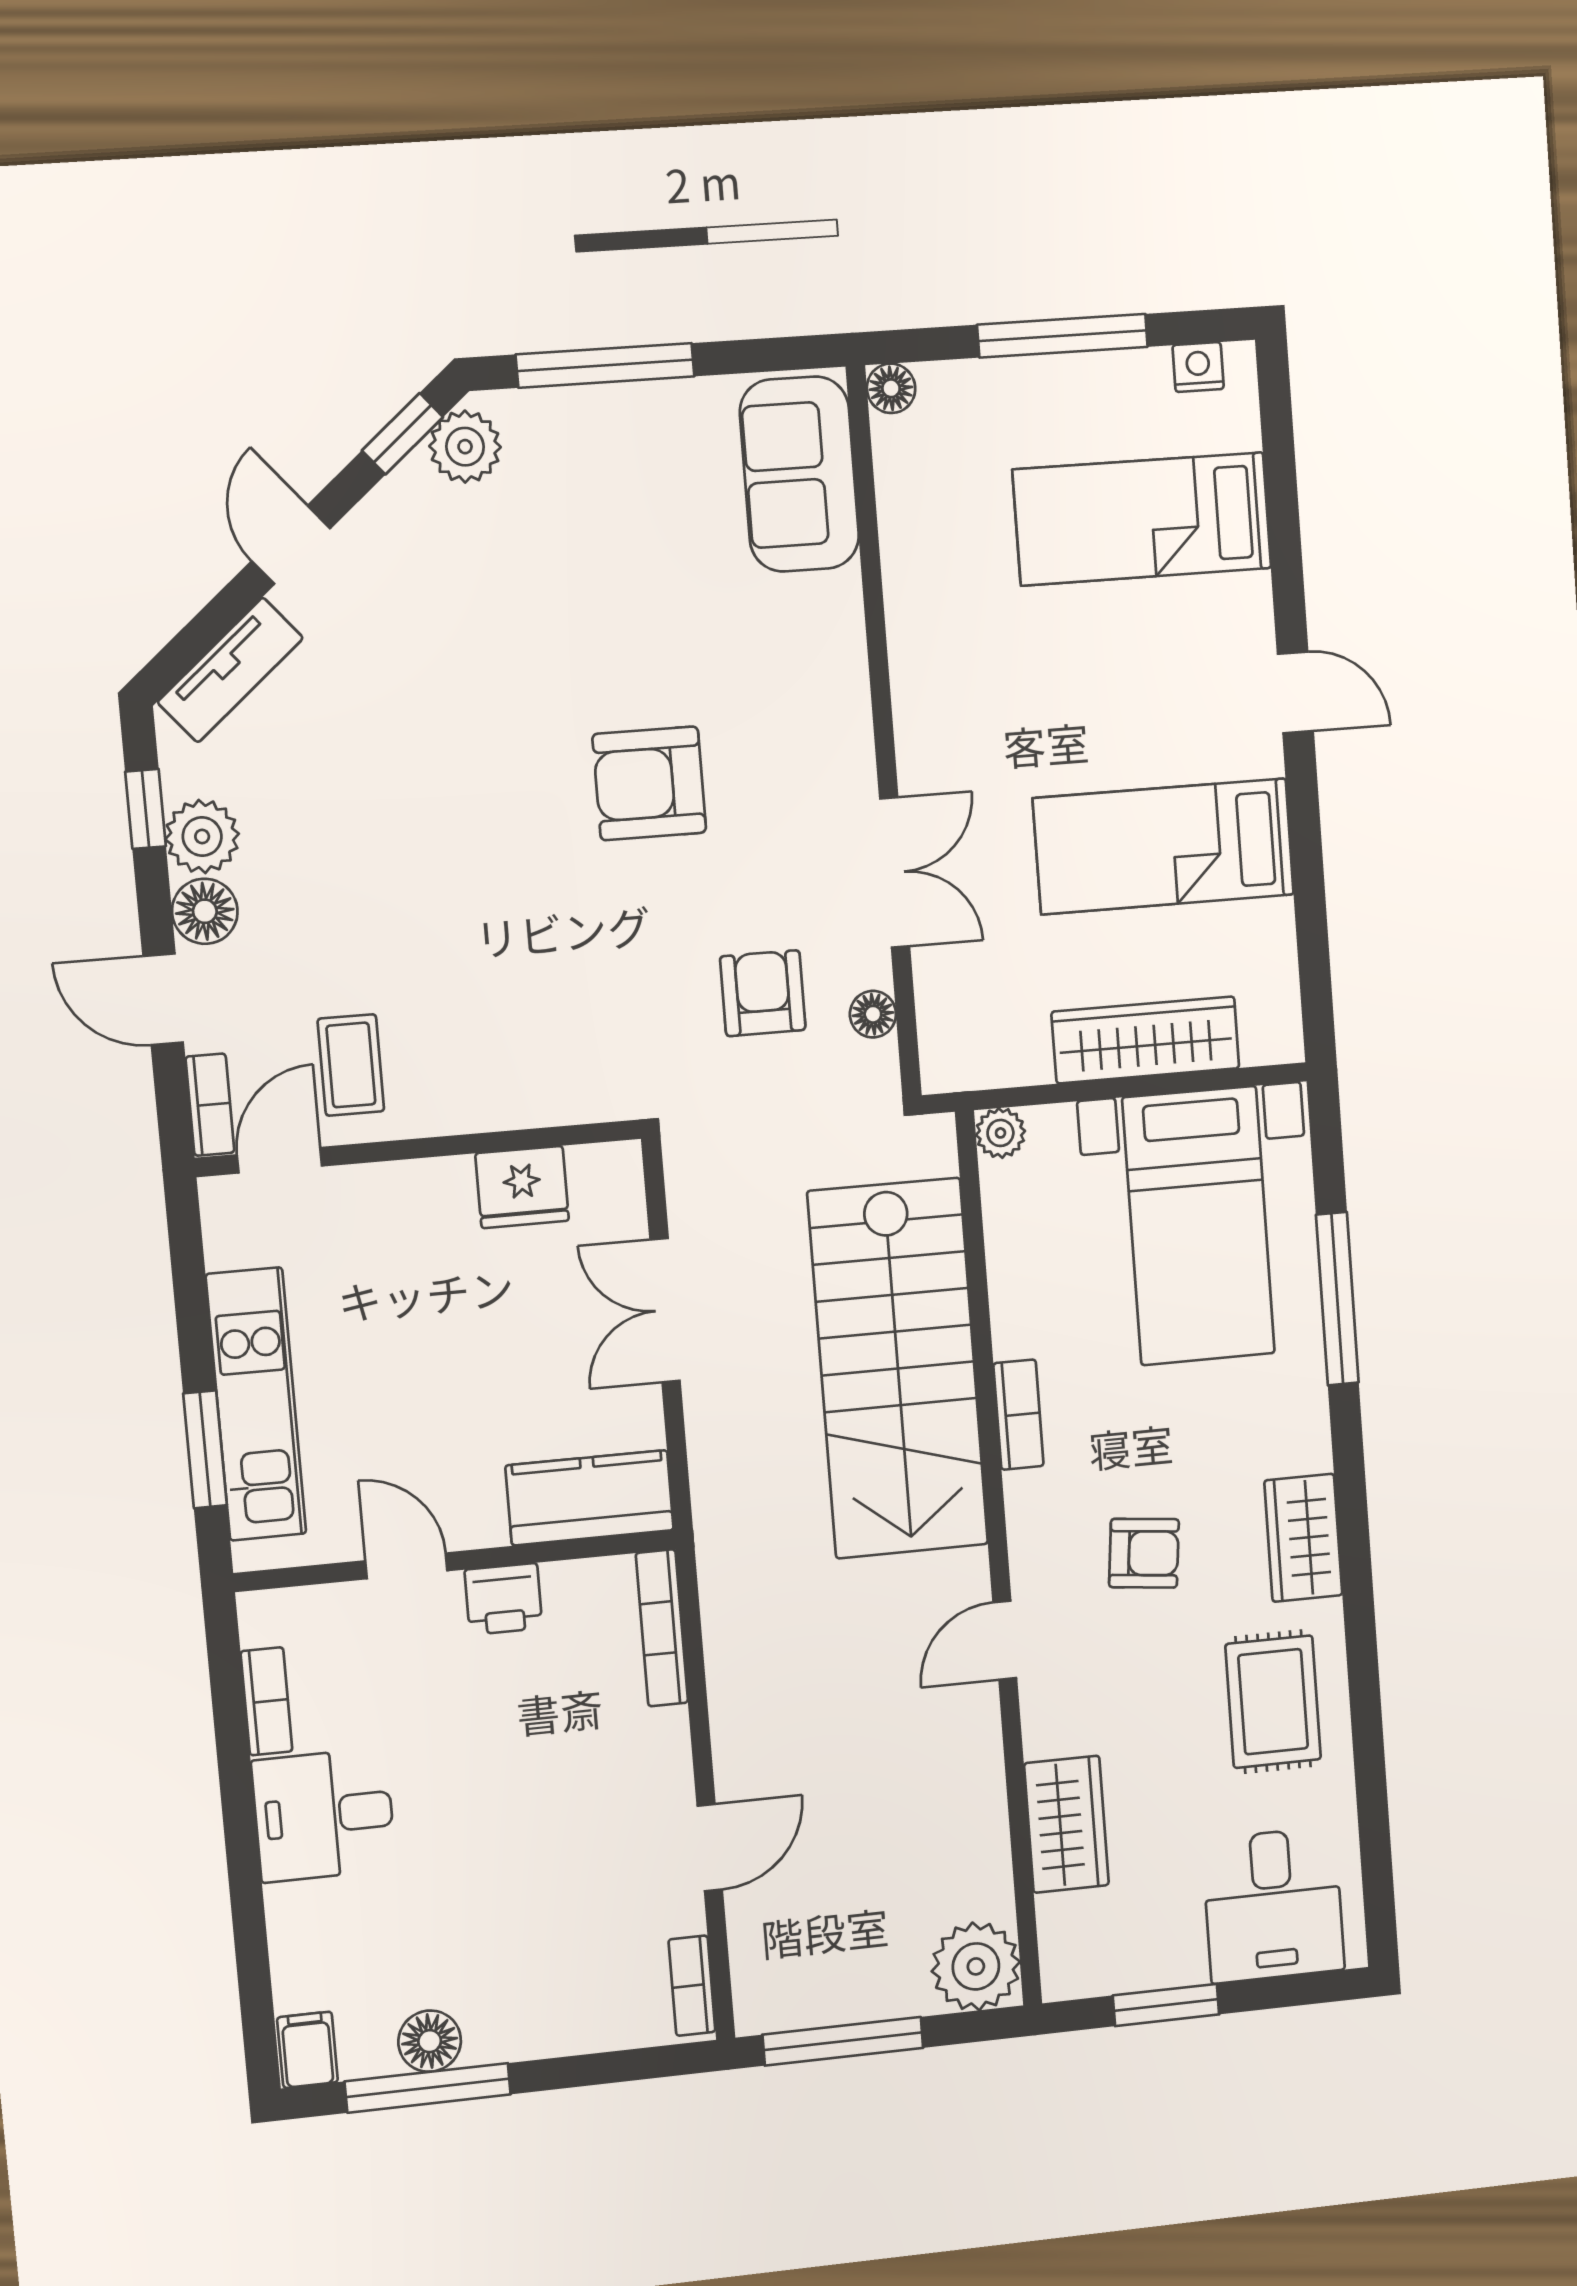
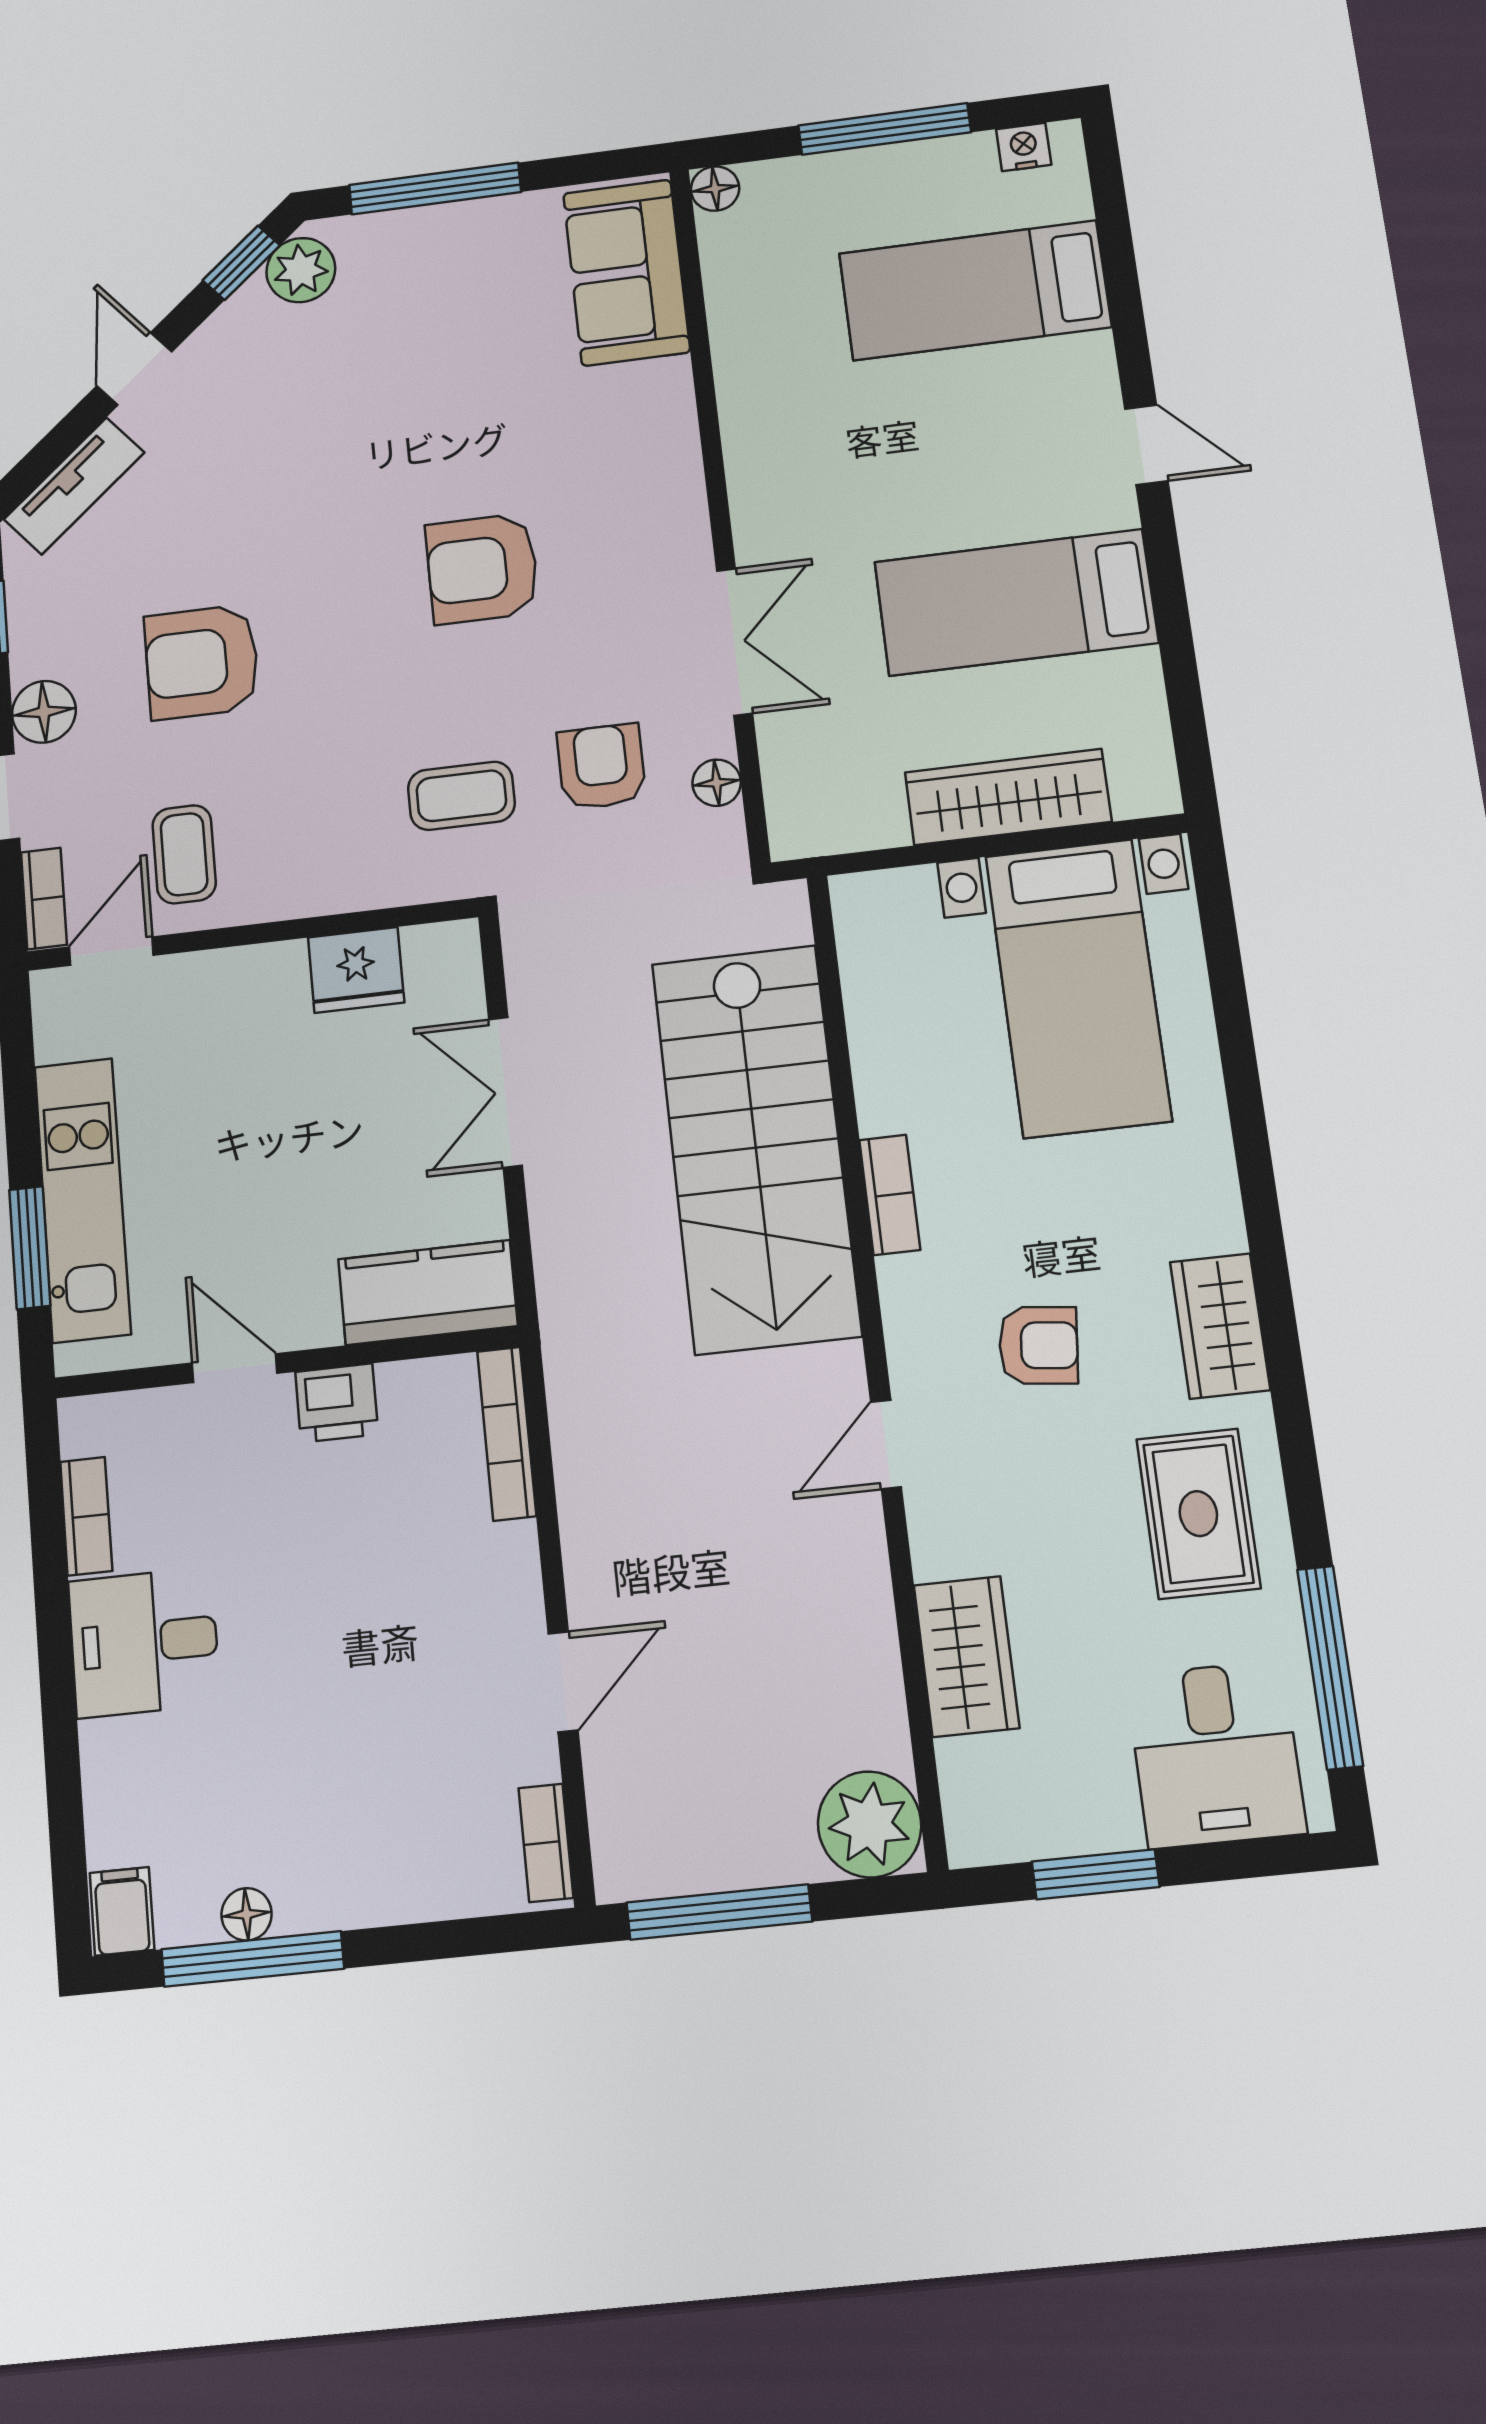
plant: (202, 837) -> (43, 641), removed
armchair: (366, 867) -> (202, 662), added
coffee table: (626, 1017) -> (461, 796), added
plant: (1000, 1133) -> (857, 898), removed
window: (1337, 1299) -> (1330, 1667), moved
floor lamp: (430, 2041) -> (247, 1914), width x0.73, depth x0.73

